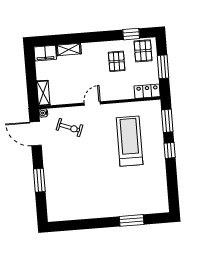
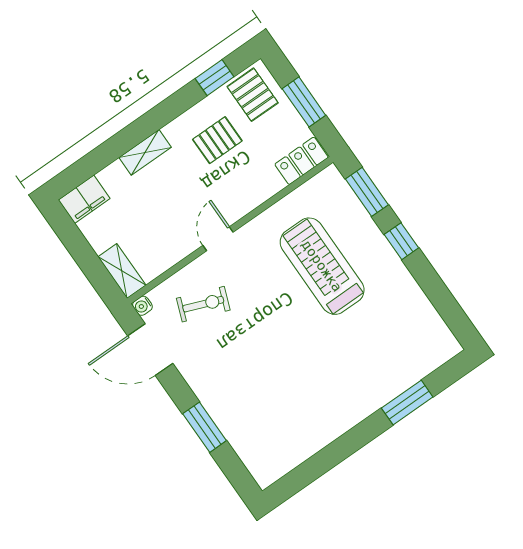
shelving: (69, 50) -> (145, 152), moved
pallet: (117, 61) -> (217, 140), turned 90

